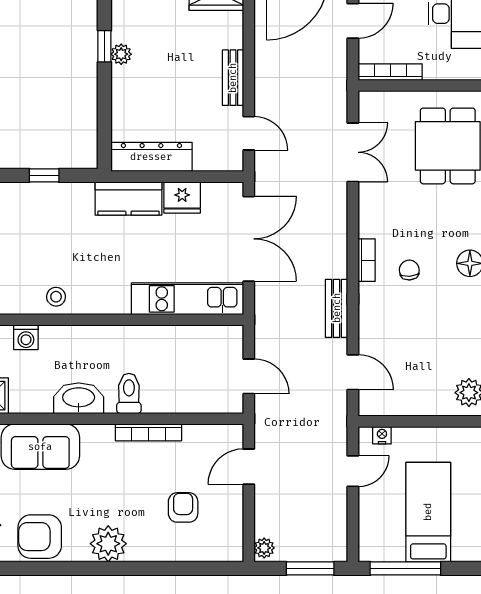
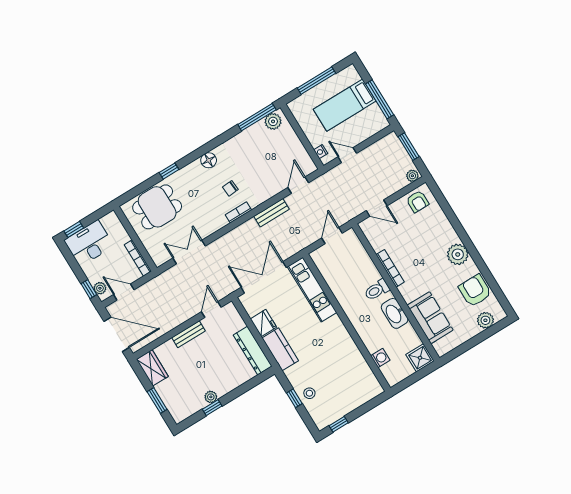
stool: (56, 297) -> (309, 393), moved
armchair: (183, 507) -> (418, 202), moved, turned -90
armchair: (40, 537) -> (475, 291), turned 180

